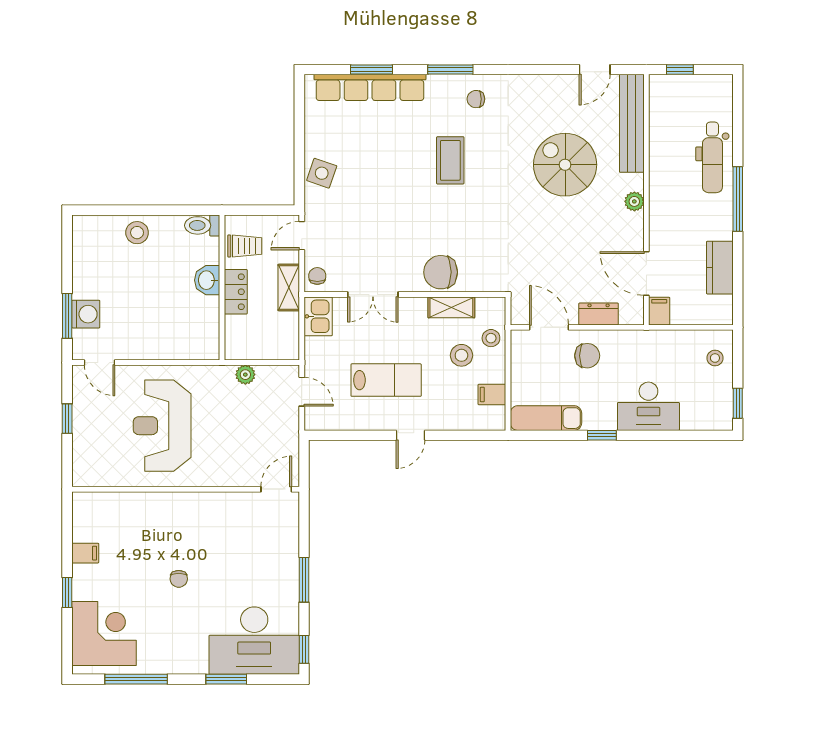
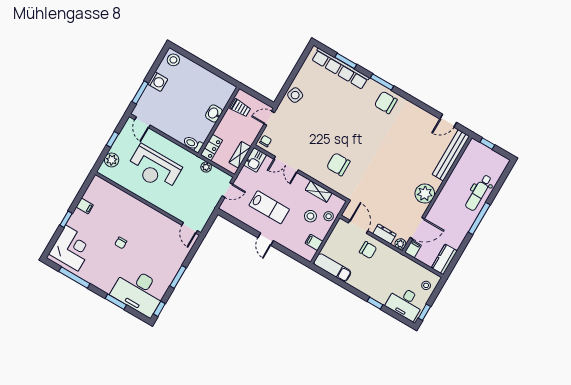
chair: (476, 99) -> (386, 102), width x1.87, depth x1.87
coffee table: (450, 160) -> (358, 124), removed
spiral stairs: (565, 165) -> (409, 156), removed
plant: (634, 201) -> (425, 194), width x1.87, depth x1.87
toilet: (202, 225) -> (193, 144), moved
stool: (137, 233) -> (173, 60), moved
kitchen counter: (720, 268) -> (444, 259), moved
chair: (441, 272) -> (338, 164), moved
door: (646, 273) -> (417, 228), swing flipped
shelving: (289, 287) -> (240, 155), moved
locker: (236, 292) -> (212, 148), moved
washing machine: (86, 314) -> (158, 82), moved
plant: (634, 315) -> (400, 244), added
door: (302, 392) -> (227, 190), hinge flipped
desk: (648, 406) -> (405, 303), moved
reception desk: (162, 426) -> (154, 168), turned -90
door: (410, 435) -> (266, 239), hinge flipped
window: (602, 435) -> (375, 303), moved
plant: (85, 453) -> (112, 160), added
door: (276, 489) -> (190, 228), swing flipped

